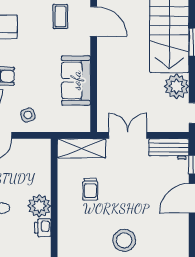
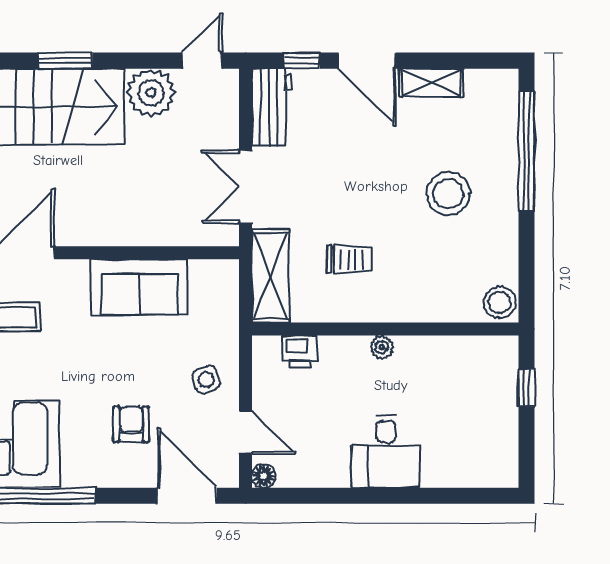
plant: (39, 206) -> (382, 347), width x0.53, depth x0.53
printer: (43, 228) -> (300, 351), moved
shelving: (182, 232) -> (431, 83), added

